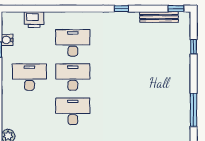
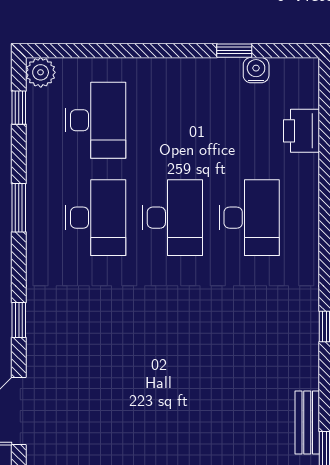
bench: (159, 17) -> (307, 422), width x0.73
desk: (29, 77) -> (96, 120), moved

